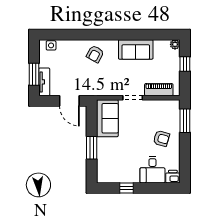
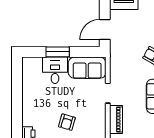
desk: (152, 170) -> (55, 70), moved, turned 90
window: (126, 188) -> (17, 87), removed

